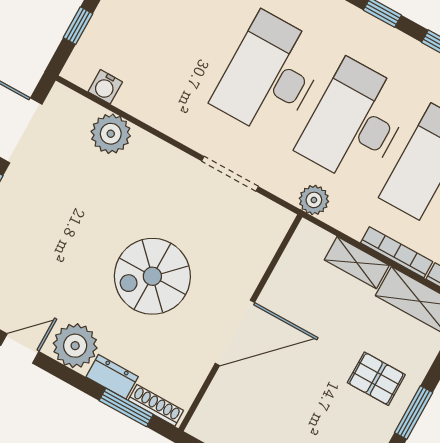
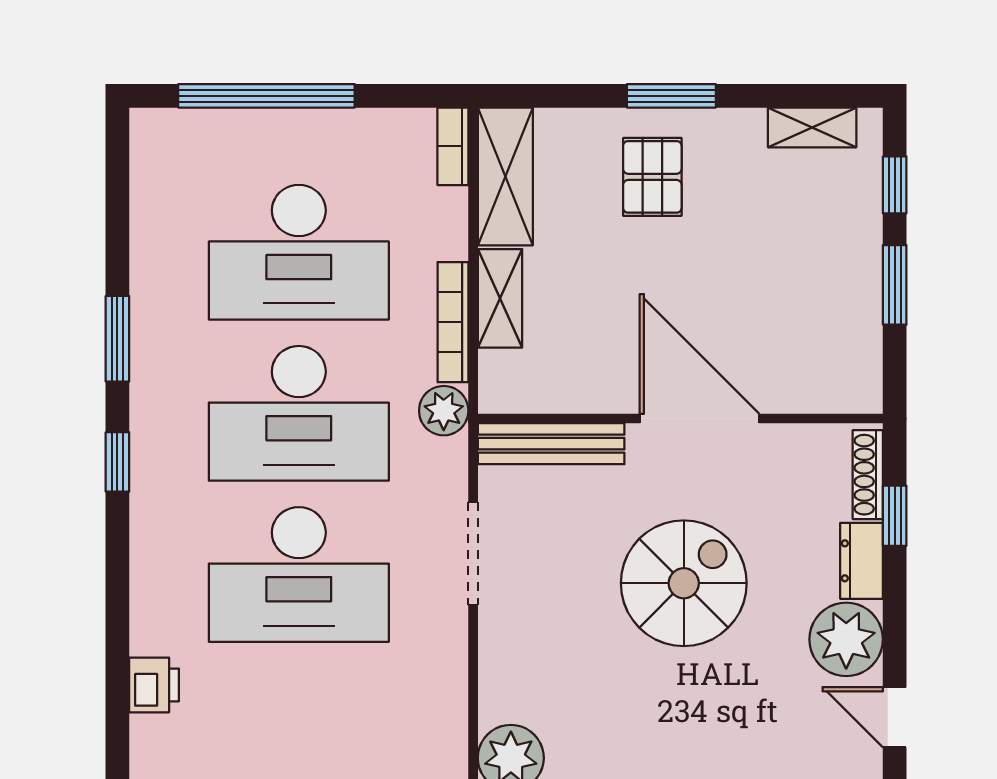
bench: (265, 247) -> (551, 444), added
bookcase: (397, 252) -> (453, 322), moved
spiral stairs: (152, 276) -> (684, 583), turned -90
window: (126, 408) -> (895, 516), width x0.67

